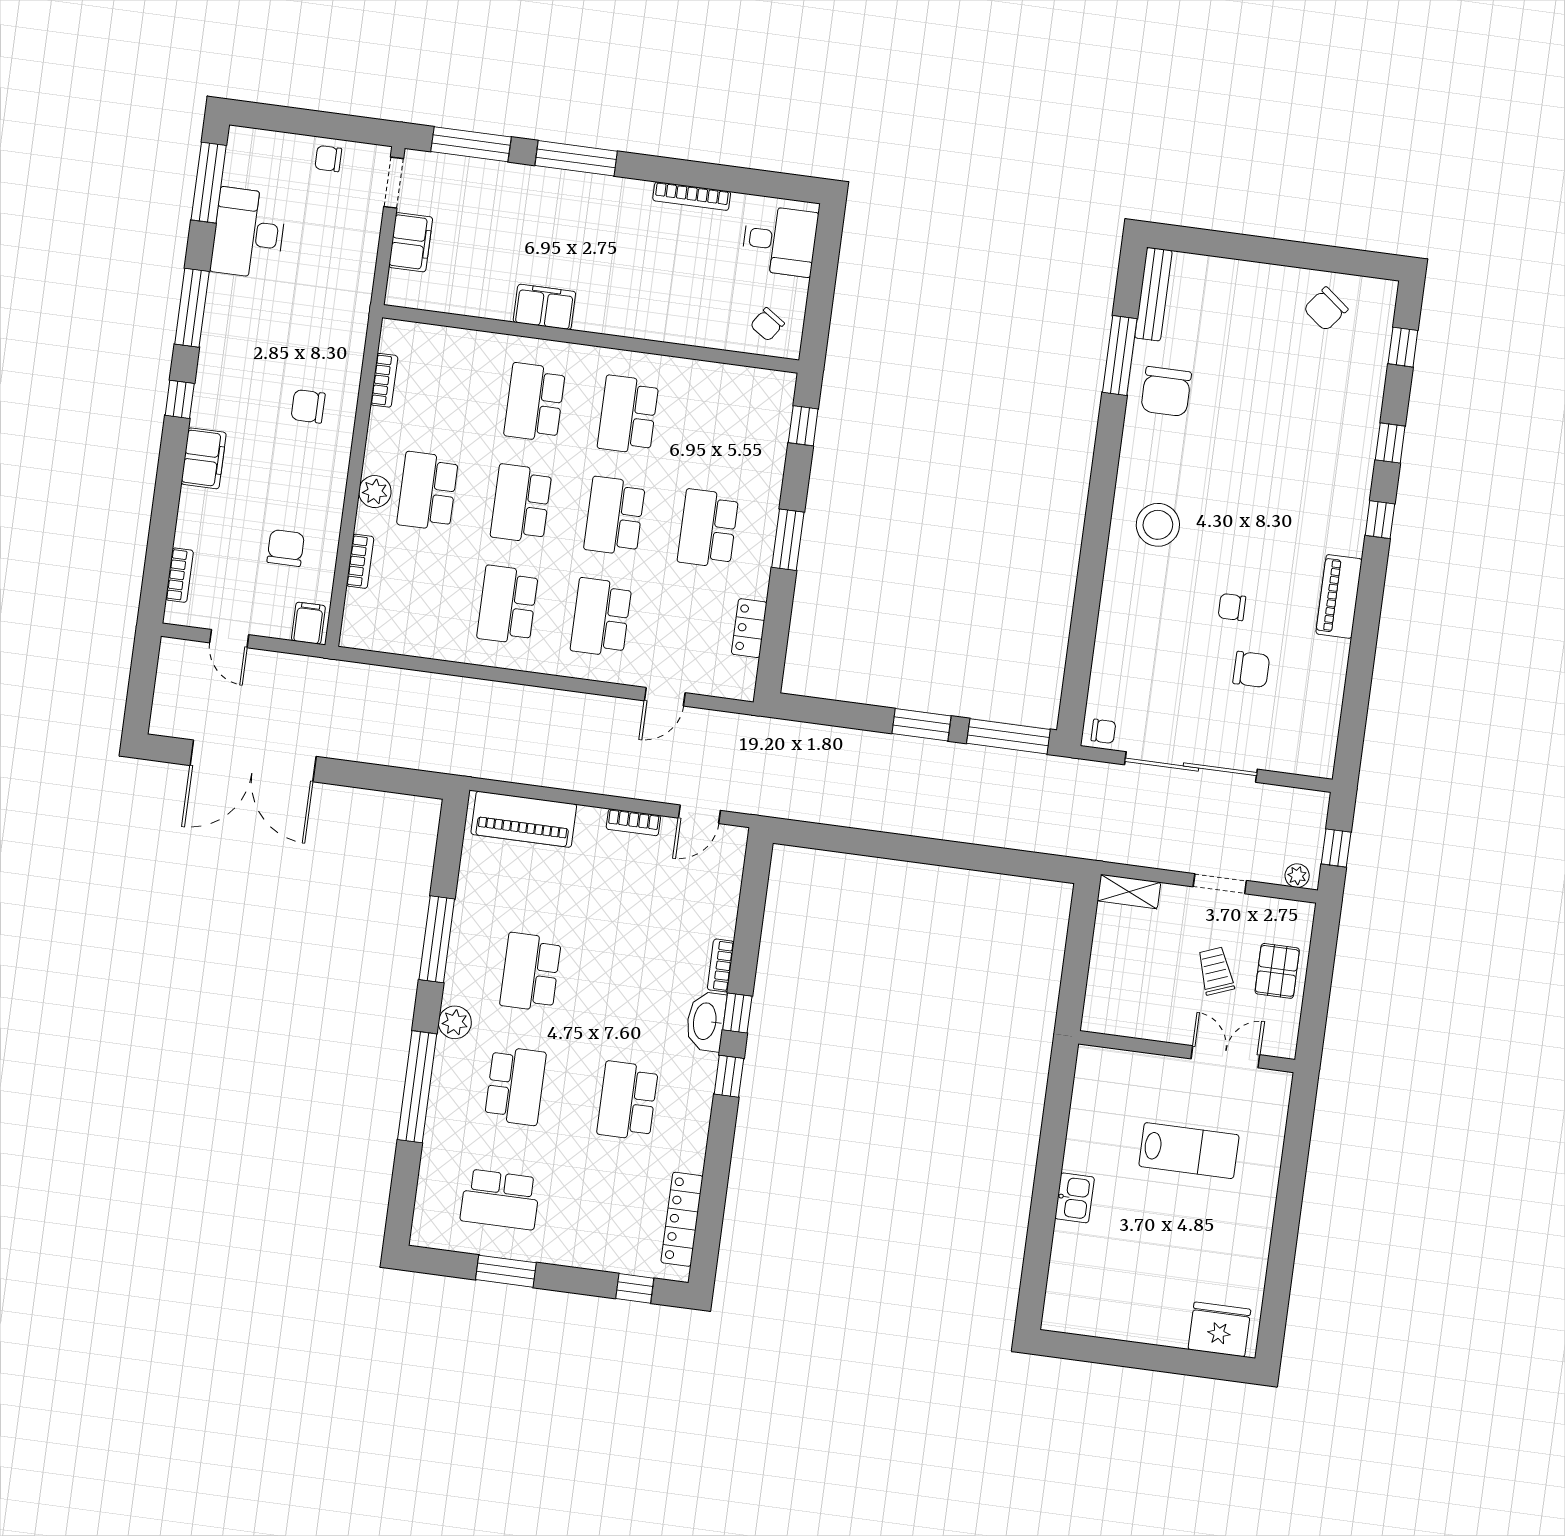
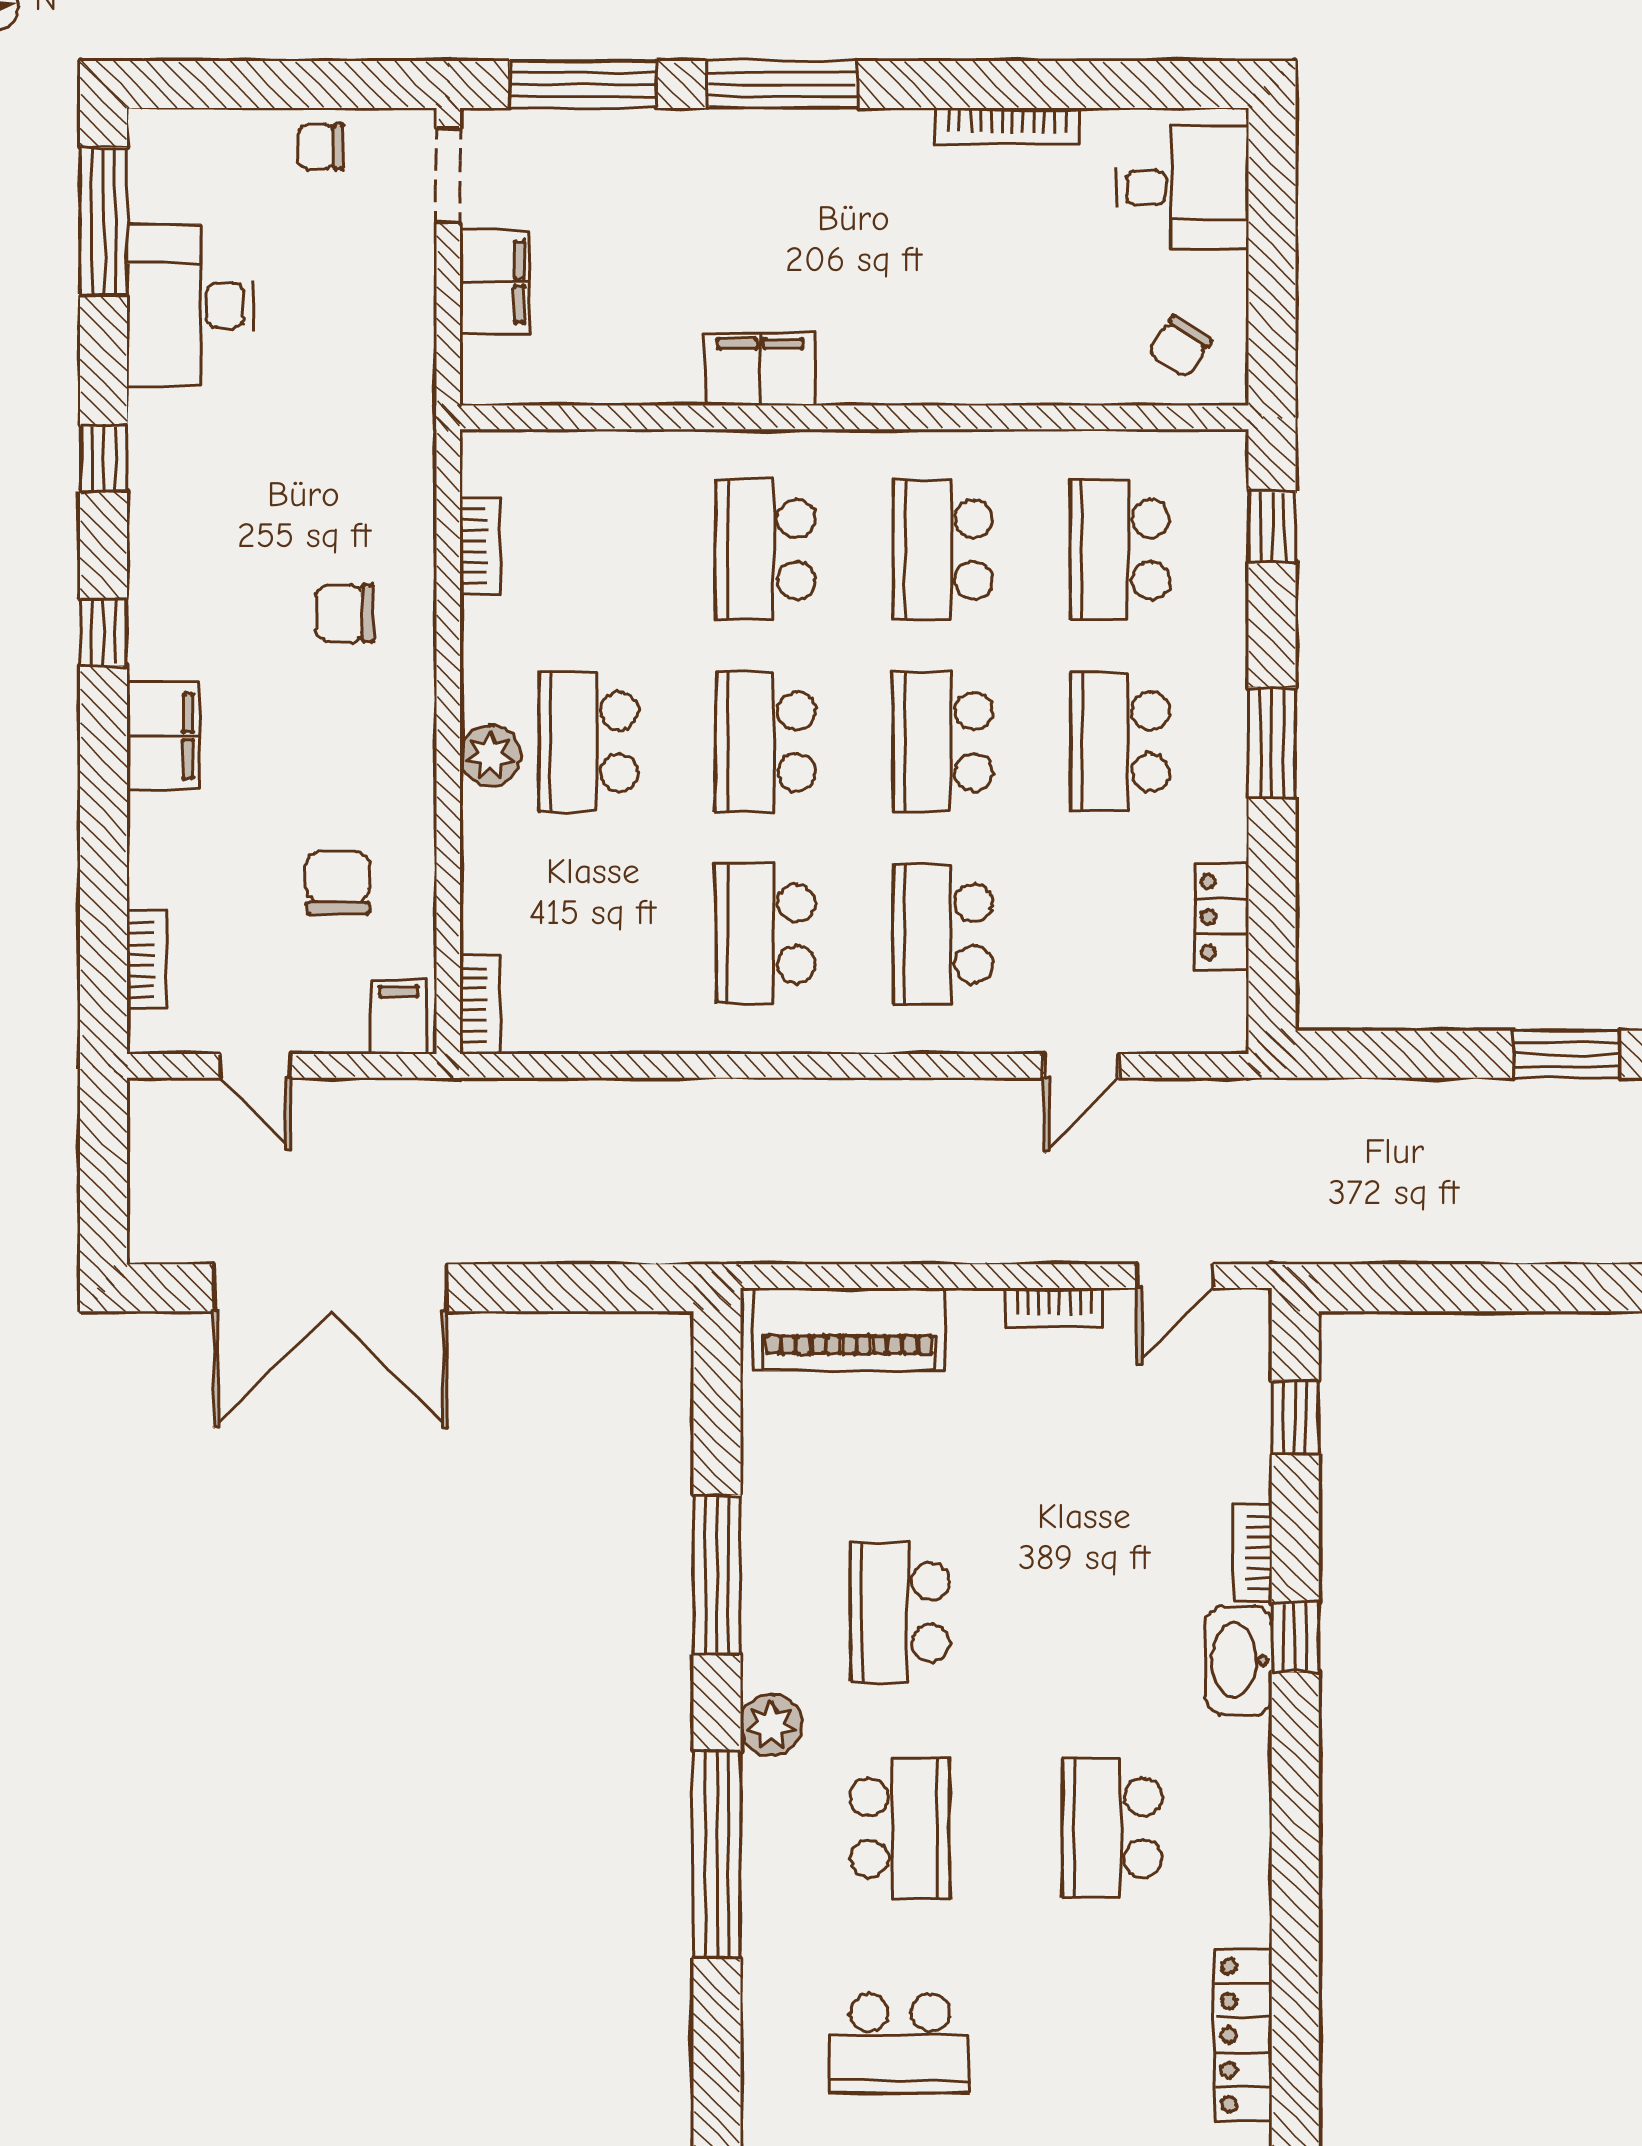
window: (192, 308) -> (104, 458), width x0.46
school desk: (721, 427) -> (1120, 550), added
bookcase: (360, 561) -> (480, 1005), moved
window: (729, 1076) -> (1295, 1417), moved

